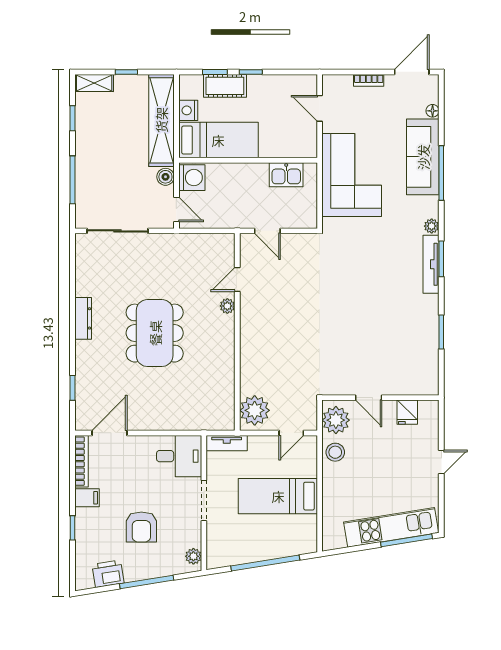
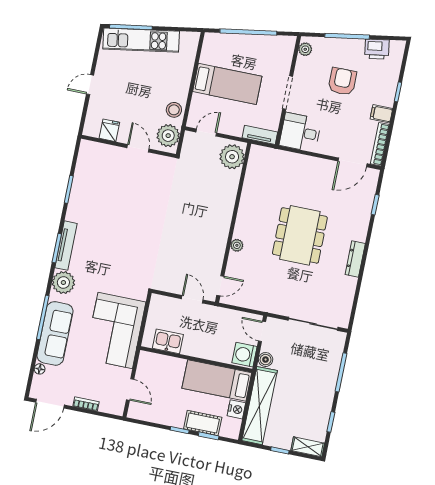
plant: (432, 226) -> (63, 283), width x1.88, depth x1.88
door: (237, 279) -> (220, 286), moved

